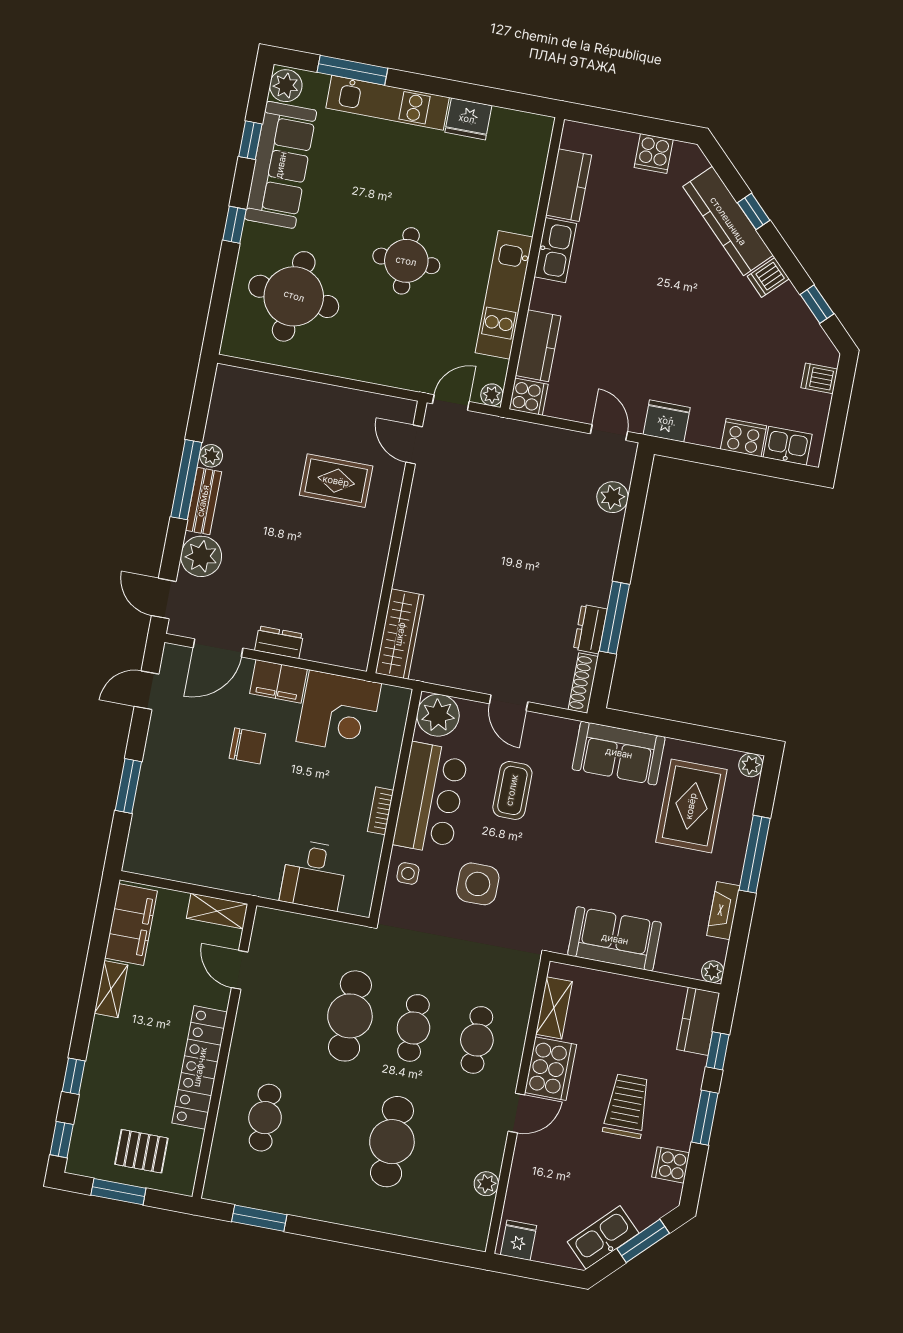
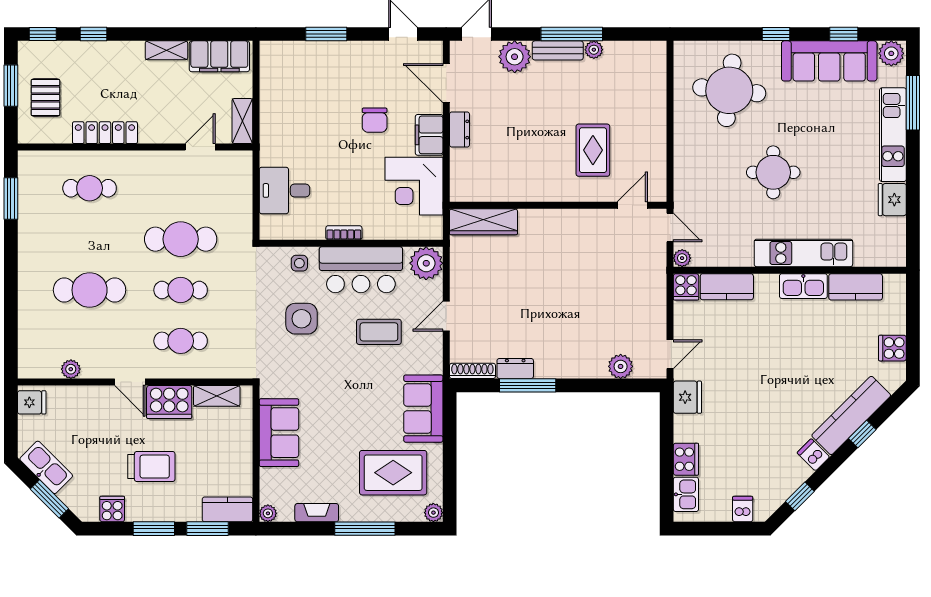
kitchen unit: (504, 295) -> (803, 253), moved
window: (718, 1051) -> (207, 529), width x1.50
locker: (200, 1067) -> (105, 133), width x0.71, depth x0.83

